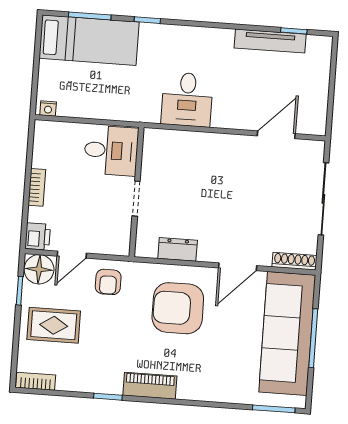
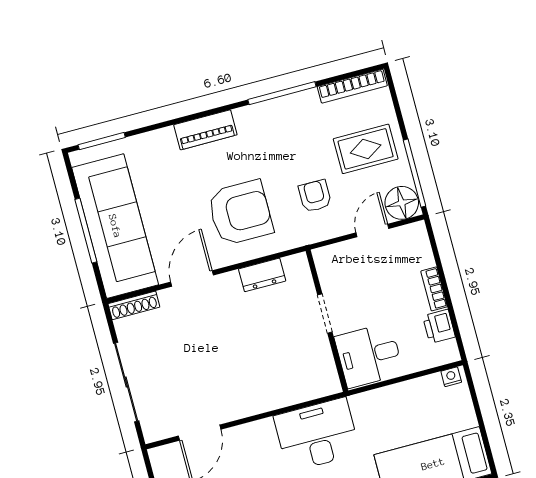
desk: (187, 99) -> (317, 435), width x1.37
printer: (38, 236) -> (439, 326), moved
armchair: (108, 282) -> (315, 196), moved
window: (20, 291) -> (415, 173), width x2.17
bookcase: (36, 381) -> (352, 86), width x1.56
piano: (150, 386) -> (205, 130), moved
window: (108, 397) -> (282, 93), width x2.17

